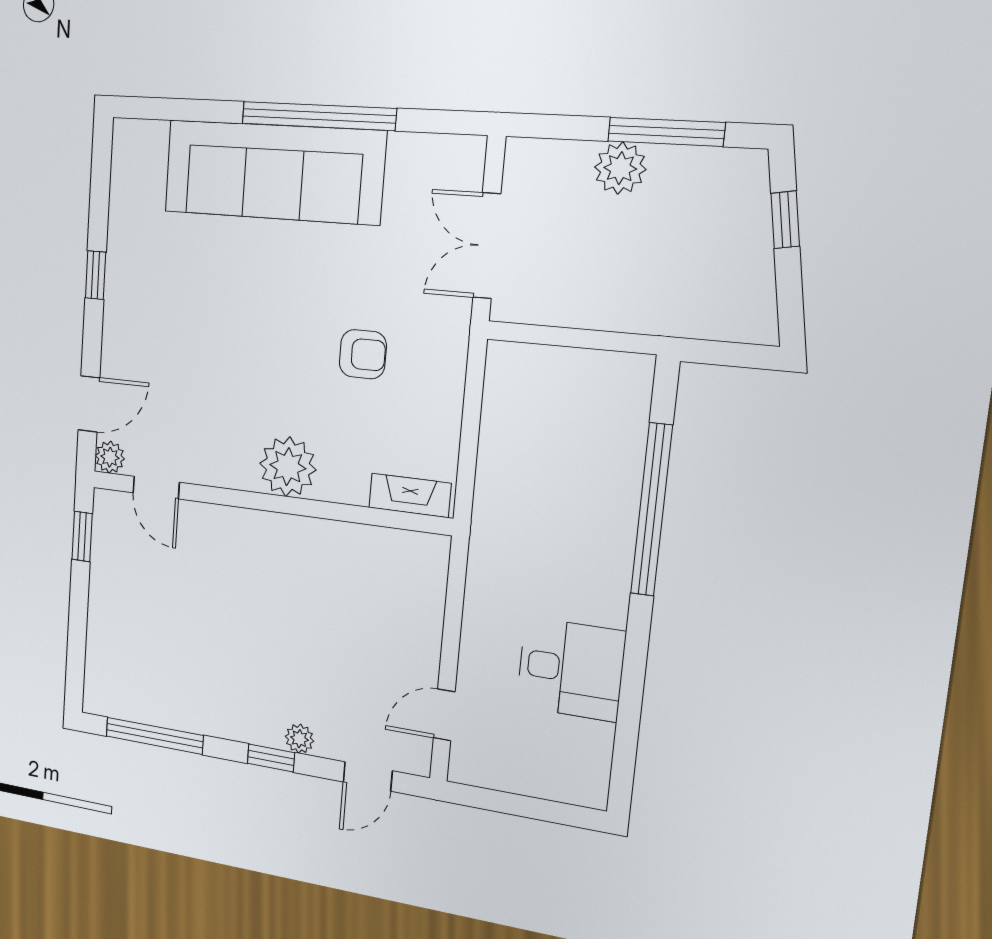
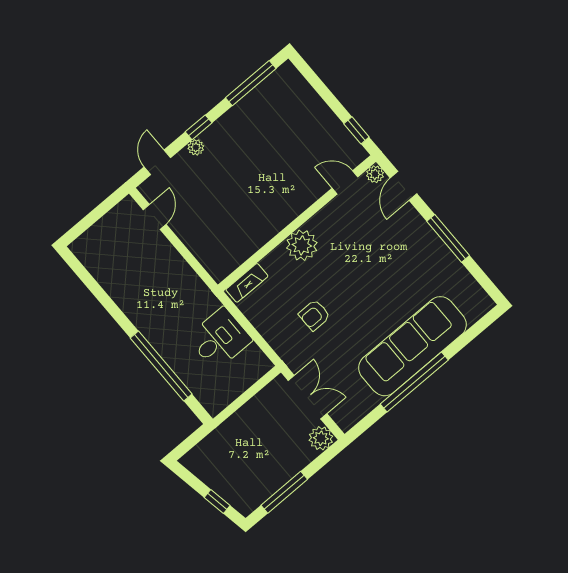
plant: (620, 168) -> (321, 438), moved
window: (95, 275) -> (448, 238), width x2.17
desk: (571, 669) -> (220, 339), moved, turned 180

